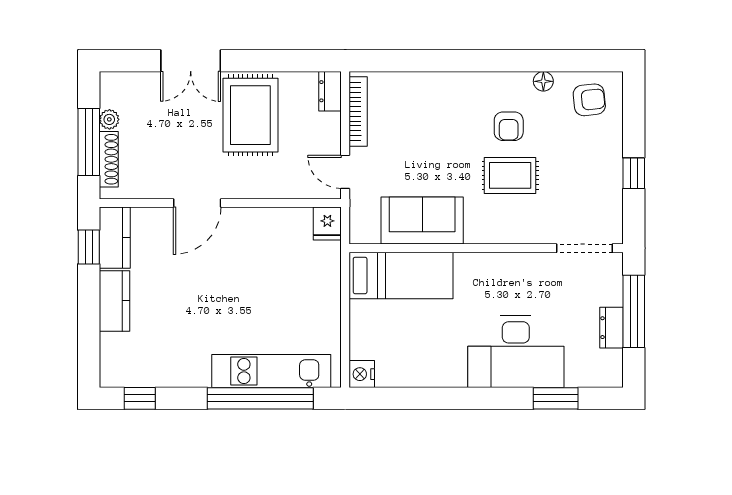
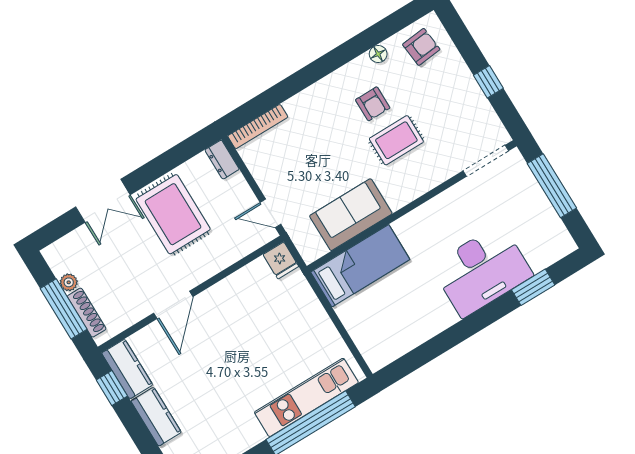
bookcase: (358, 111) -> (258, 127), moved, turned 90
dresser: (611, 328) -> (543, 208), removed
nightstand: (362, 374) -> (376, 358), removed

